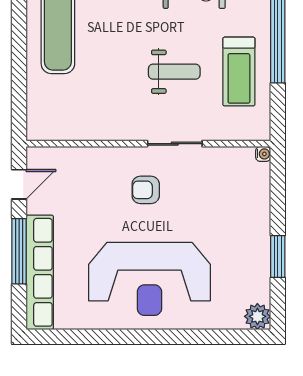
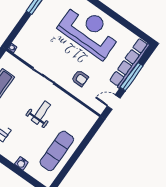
weight bench: (174, 72) -> (41, 112), moved, turned 90
armchair: (146, 190) -> (80, 78), moved

